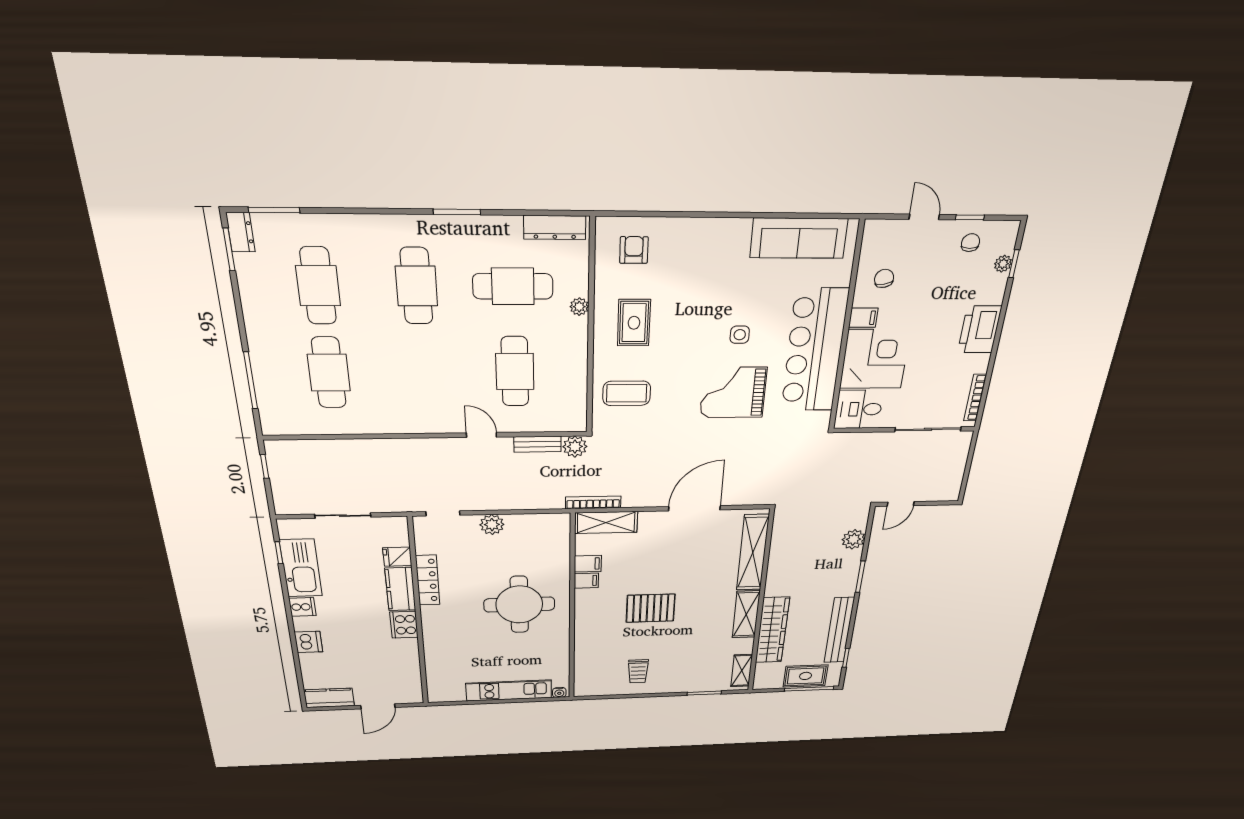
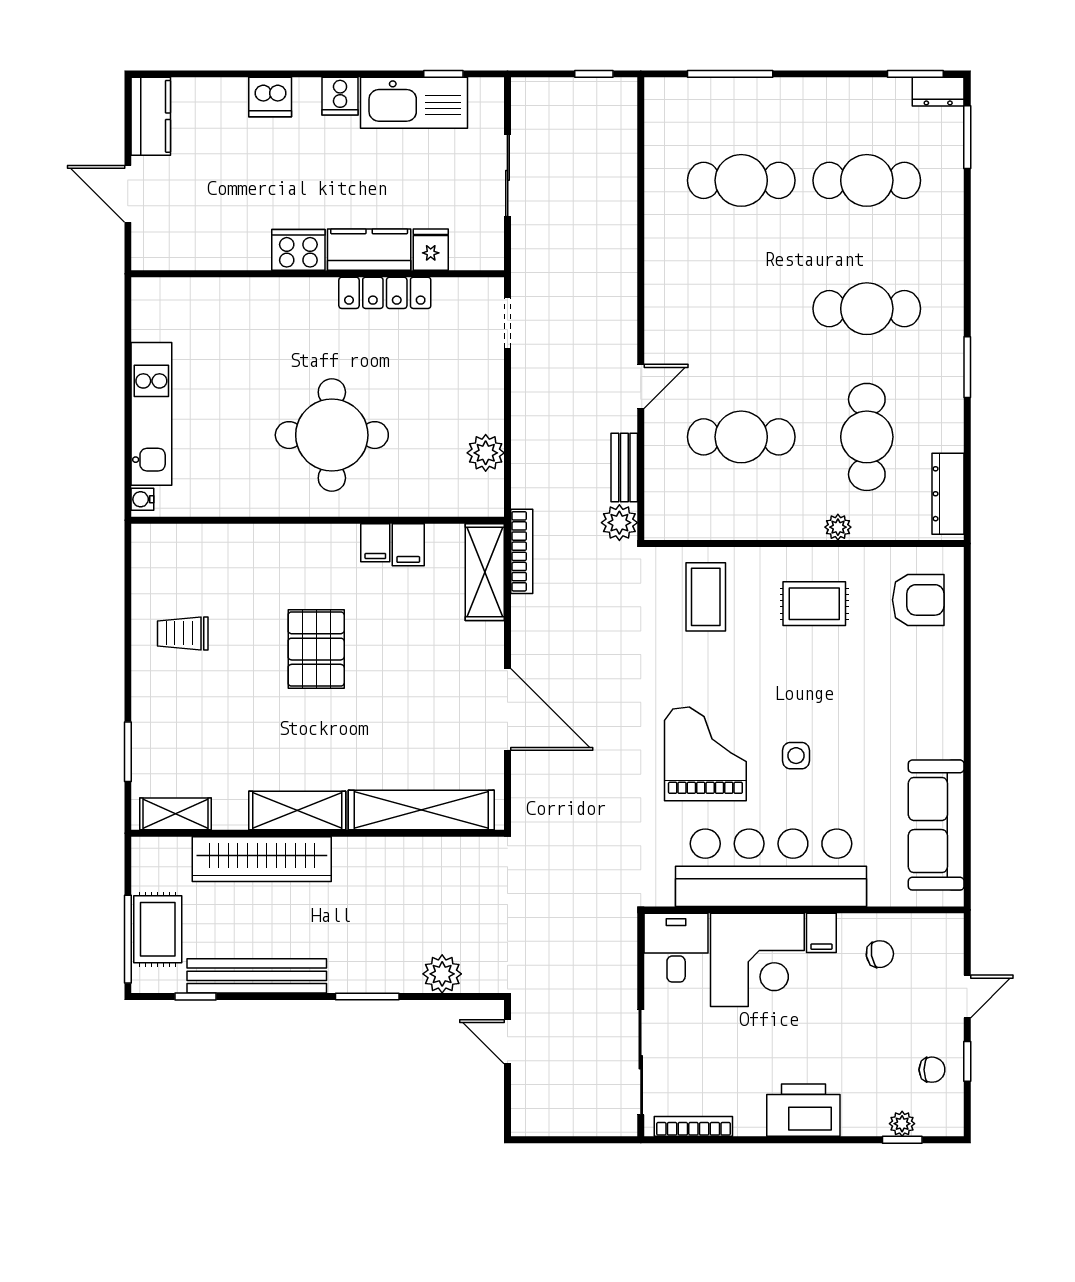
armchair: (634, 250) -> (918, 600), width x1.38, depth x1.38
plant: (492, 525) -> (486, 453), moved

